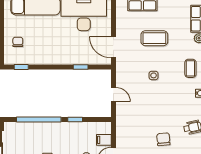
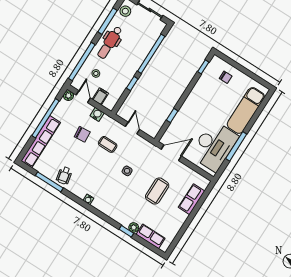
coffee table: (190, 68) -> (108, 144), moved
door: (113, 95) -> (132, 128), swing flipped
water cooler: (121, 133) -> (97, 114), added
chair: (163, 139) -> (82, 134), moved

